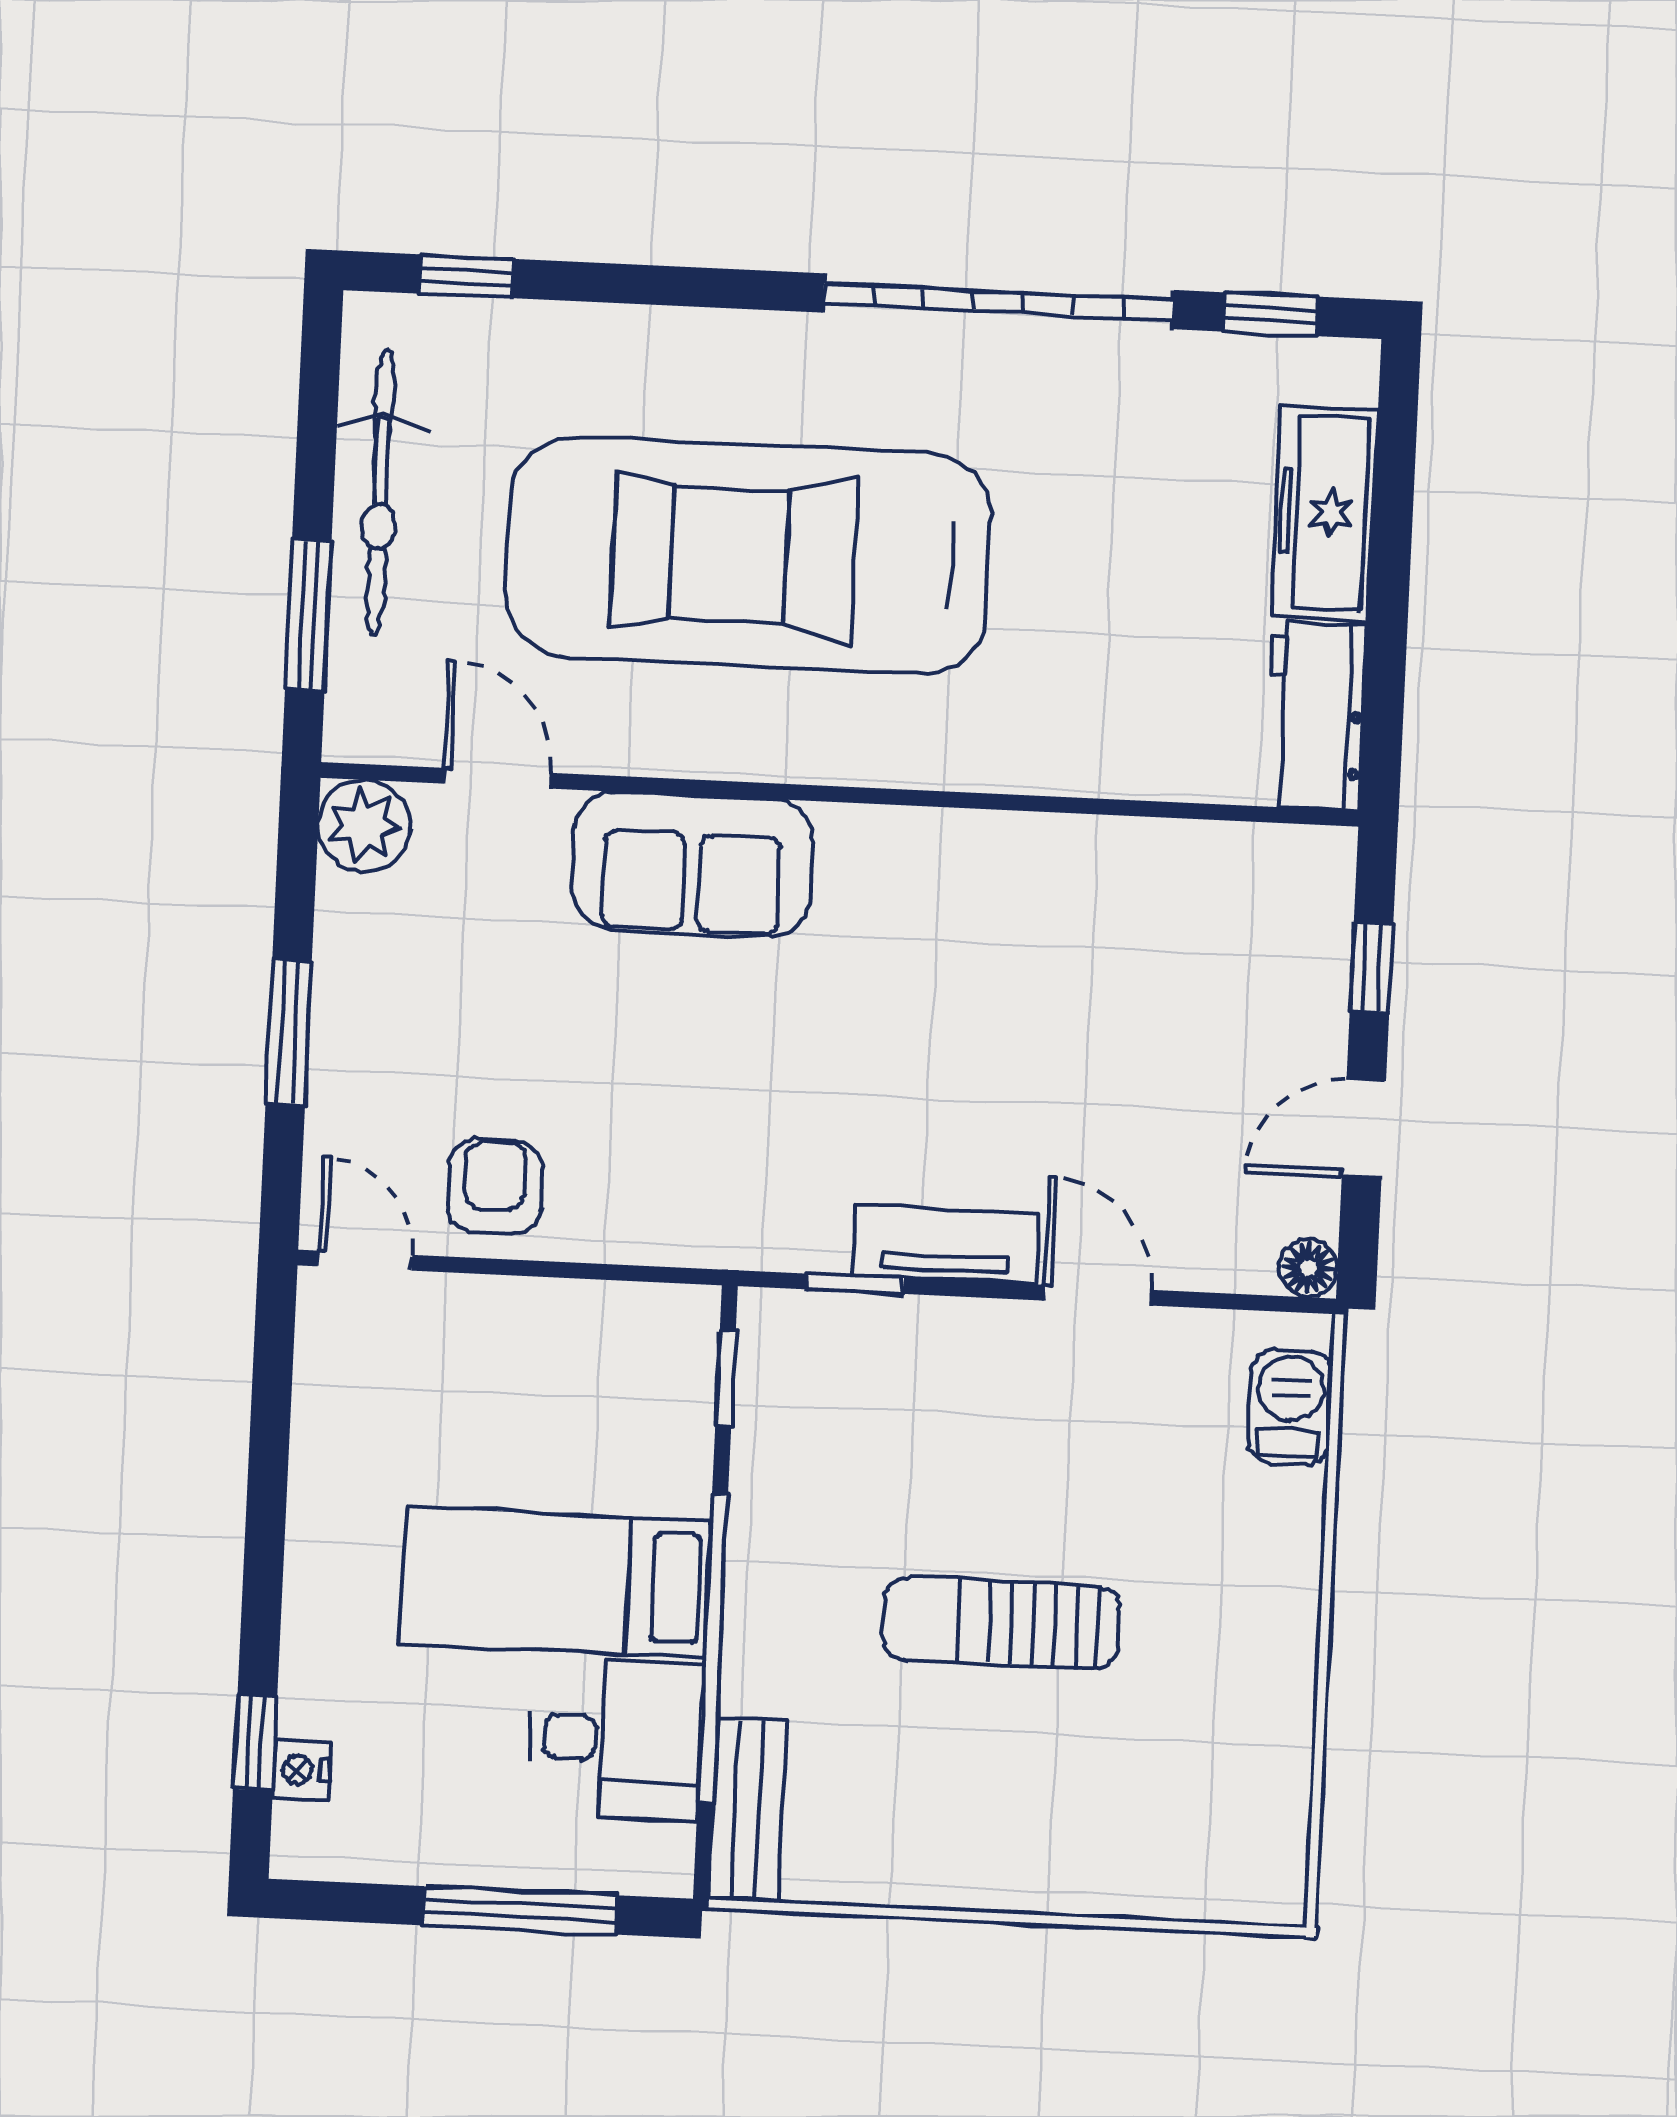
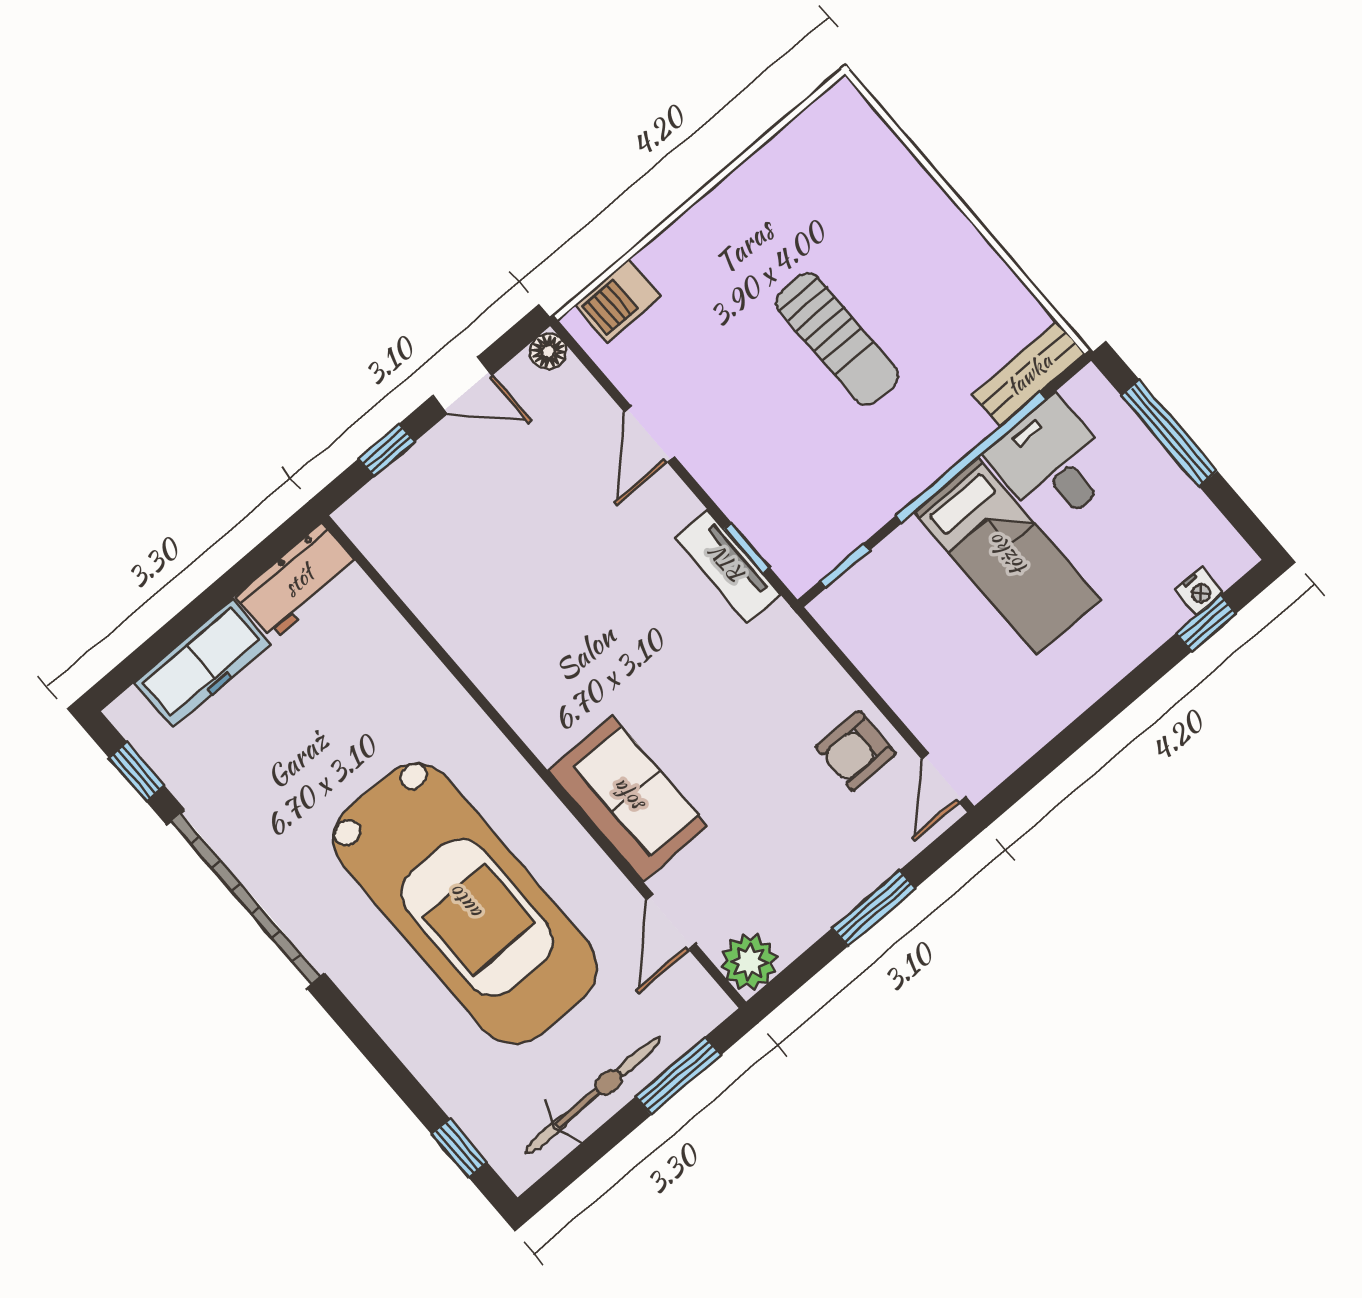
tv unit: (946, 1245) -> (728, 566), moved

